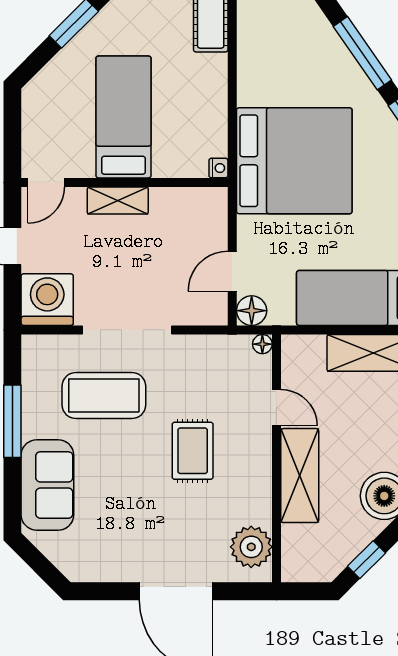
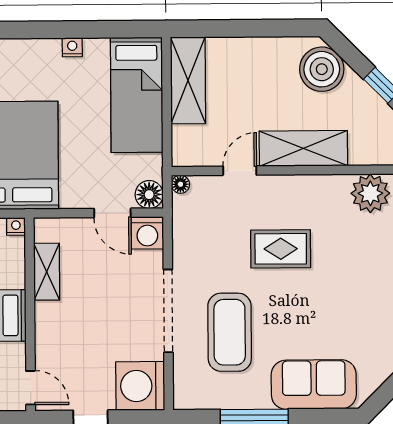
shelving: (118, 201) -> (47, 272), moved
washing machine: (211, 308) -> (147, 233), added

